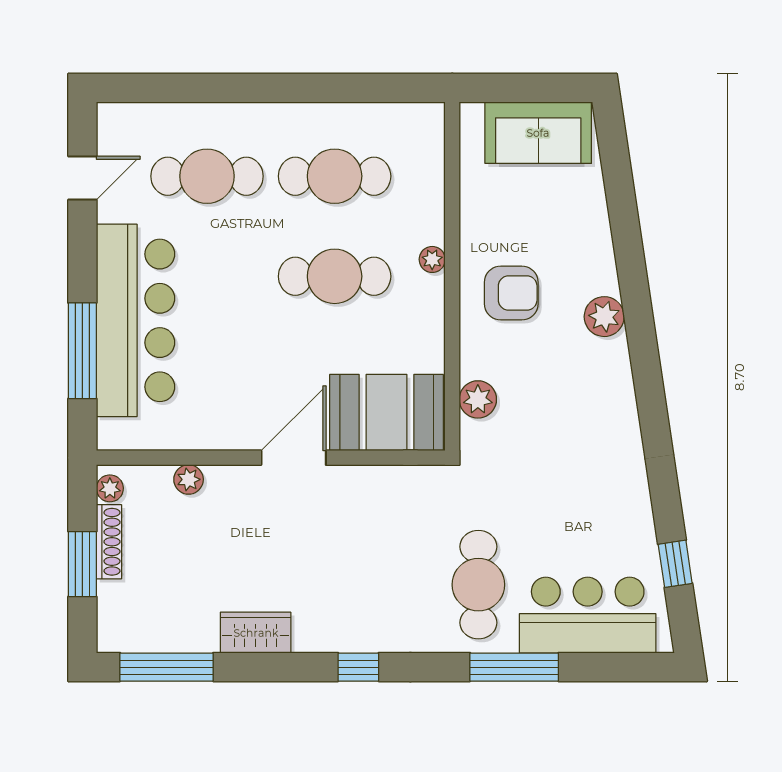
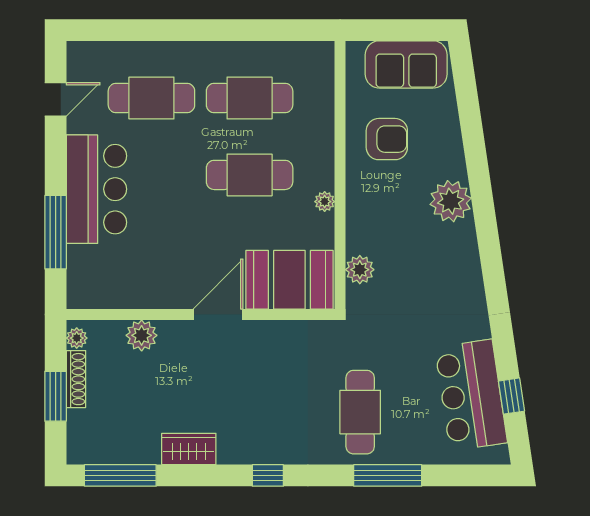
plant: (432, 259) -> (325, 202), moved
armchair: (511, 293) -> (387, 139), moved
plant: (604, 317) -> (451, 201), width x1.36, depth x1.36
bar counter: (136, 320) -> (96, 189), width x0.73
plant: (189, 479) -> (142, 335), width x1.38, depth x1.38
bar counter: (588, 615) -> (471, 395), moved, turned -98

